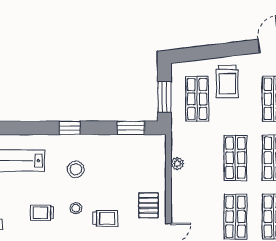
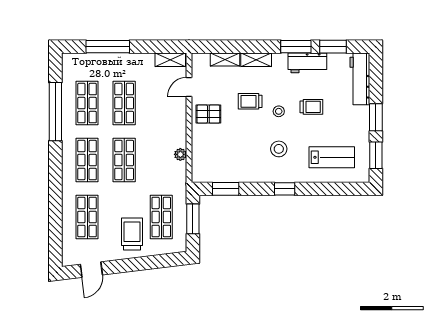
pallet: (148, 205) -> (208, 114), turned 90

